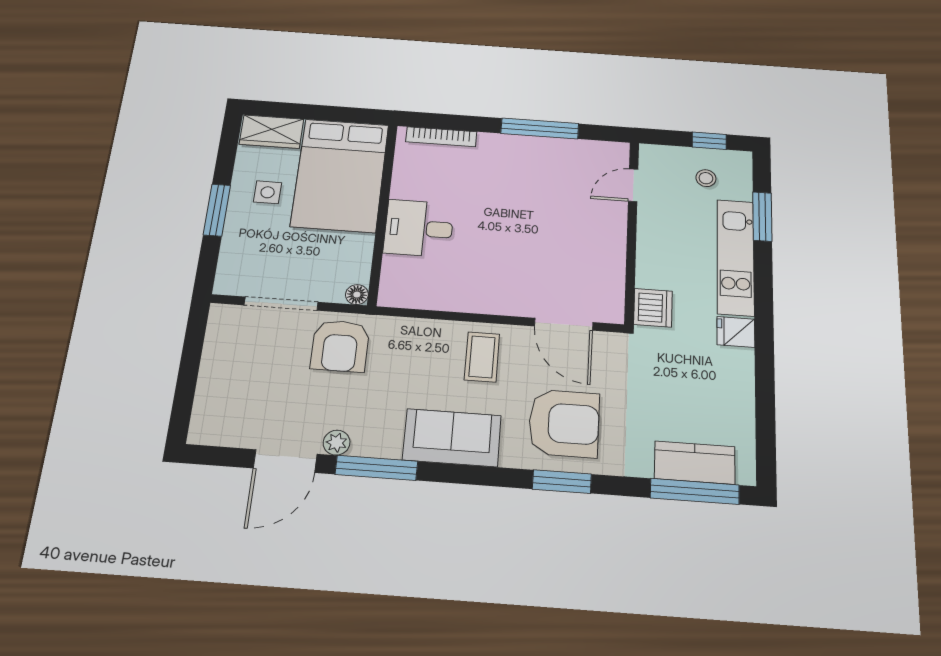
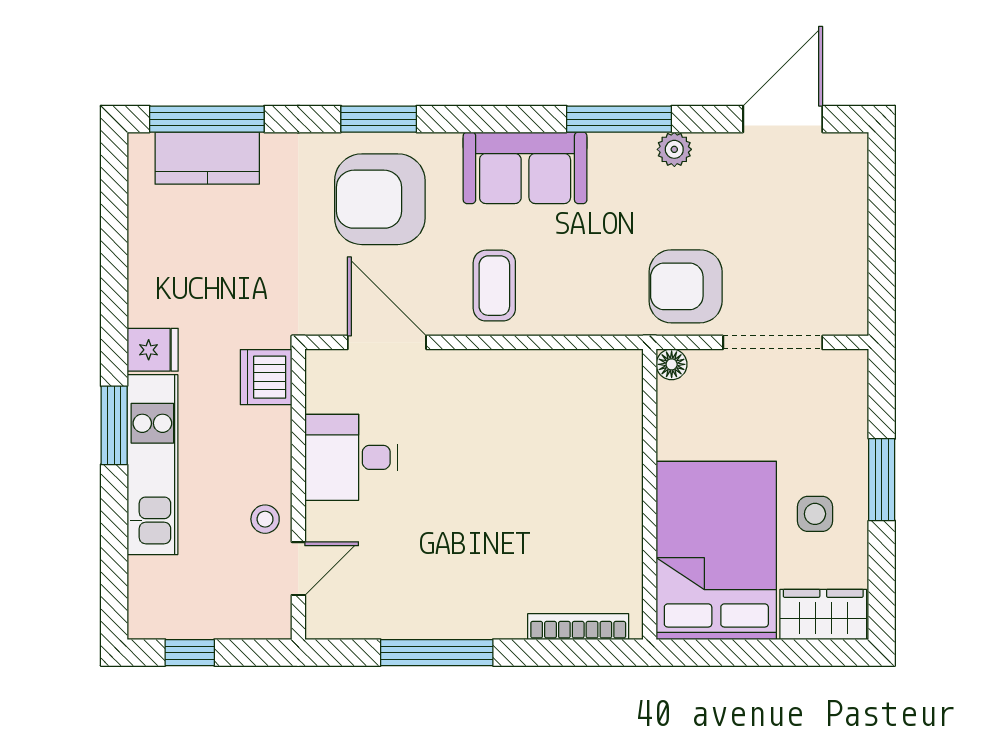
stool: (706, 178) -> (265, 519), moved
window: (762, 217) -> (114, 425), moved
desk: (419, 228) -> (351, 457), moved, turned 180
armchair: (340, 346) -> (686, 286), turned -90
door: (285, 461) -> (783, 119), moved

